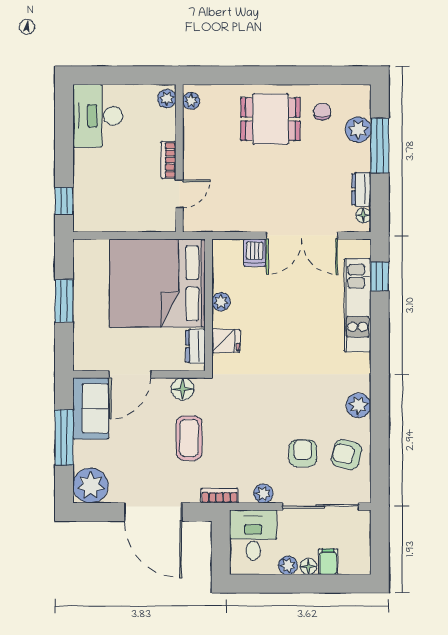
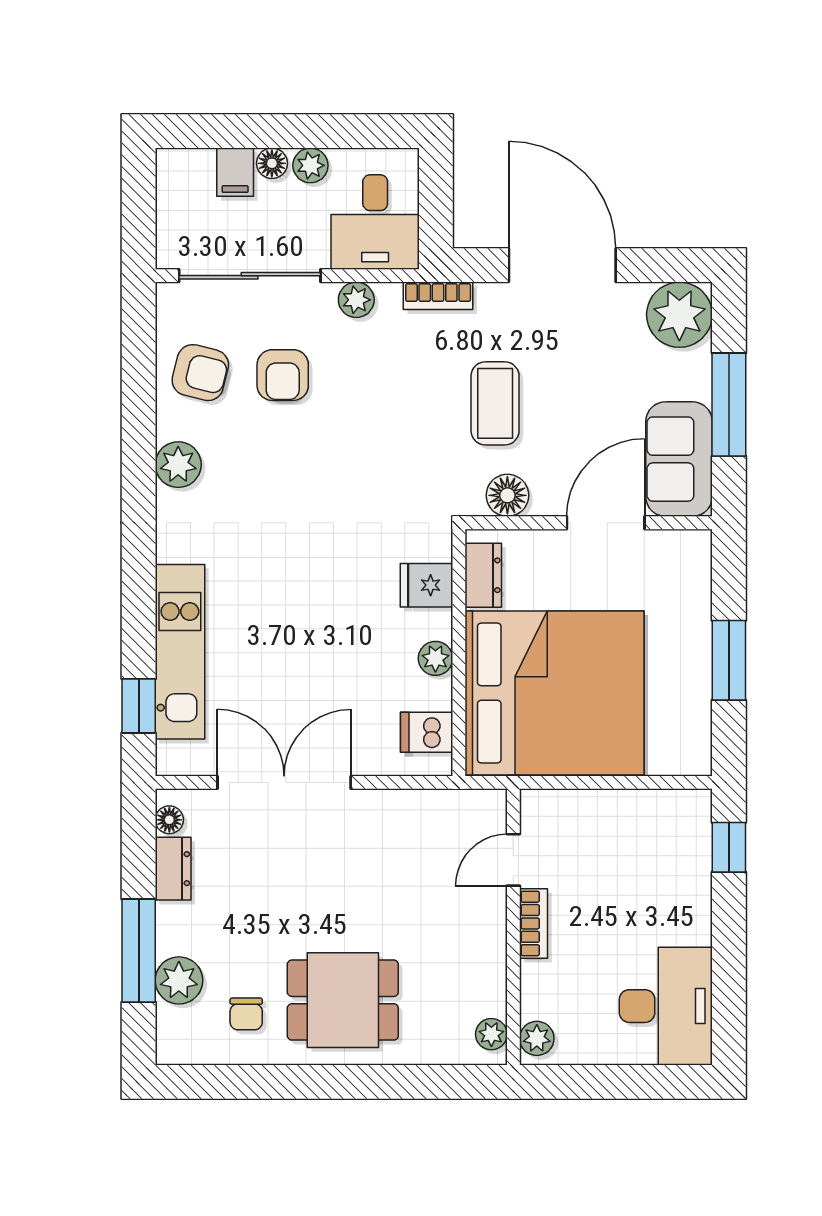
dishwasher: (255, 253) -> (427, 732), moved, turned -90

